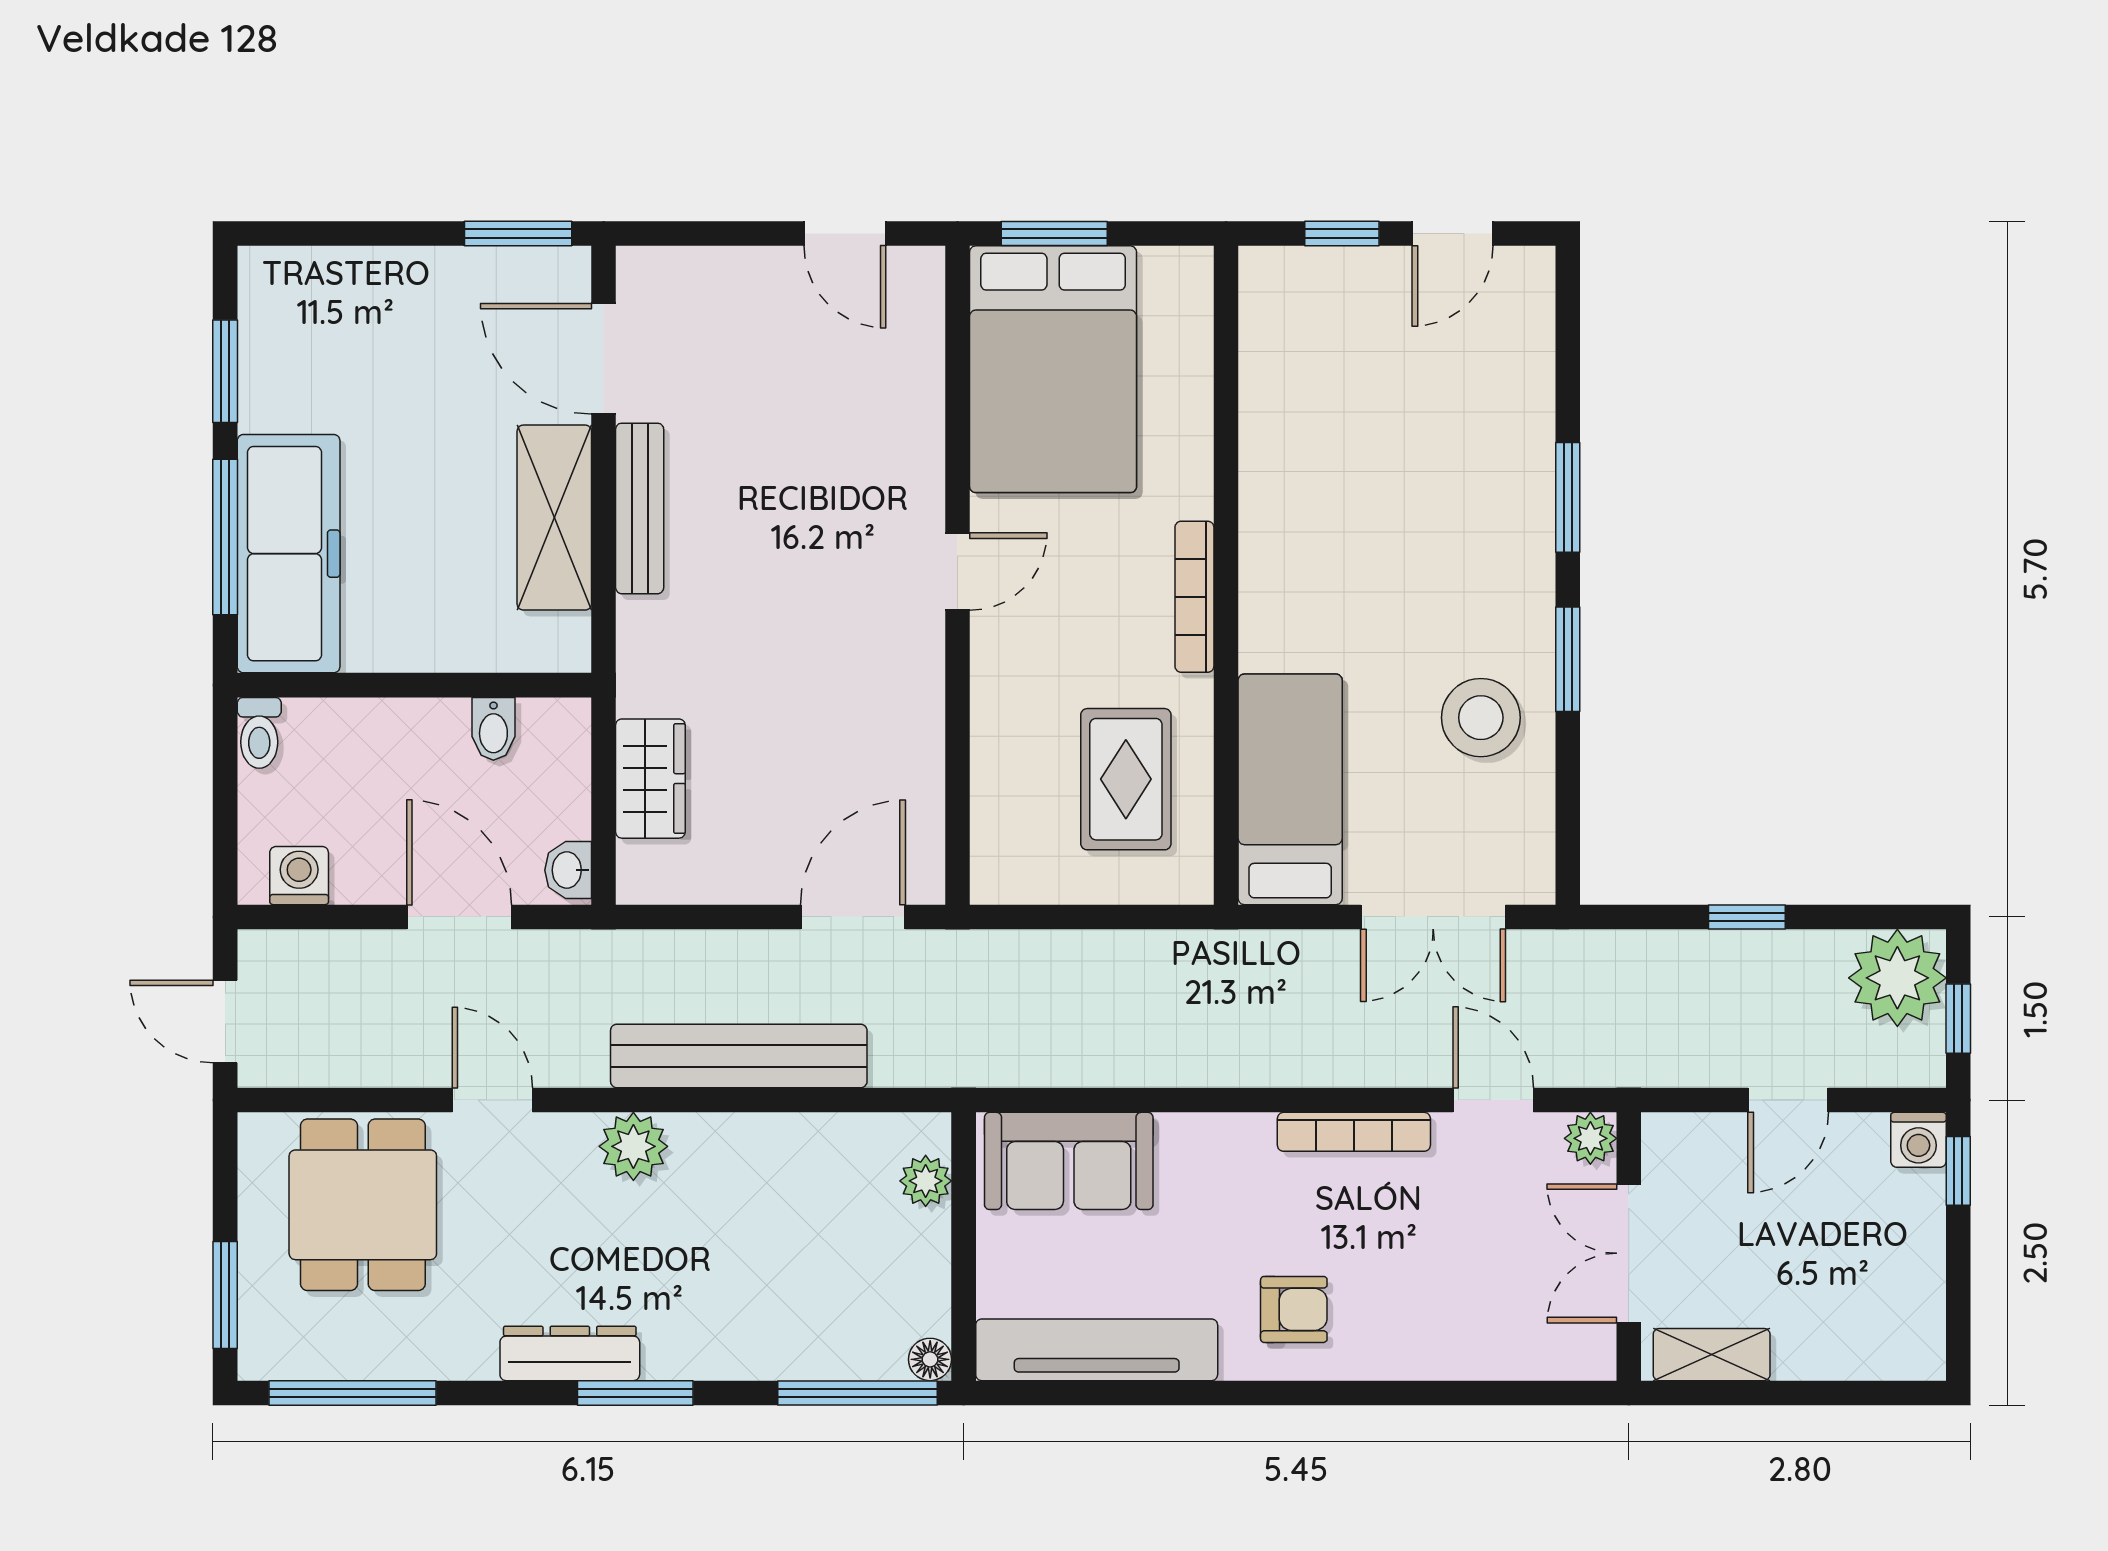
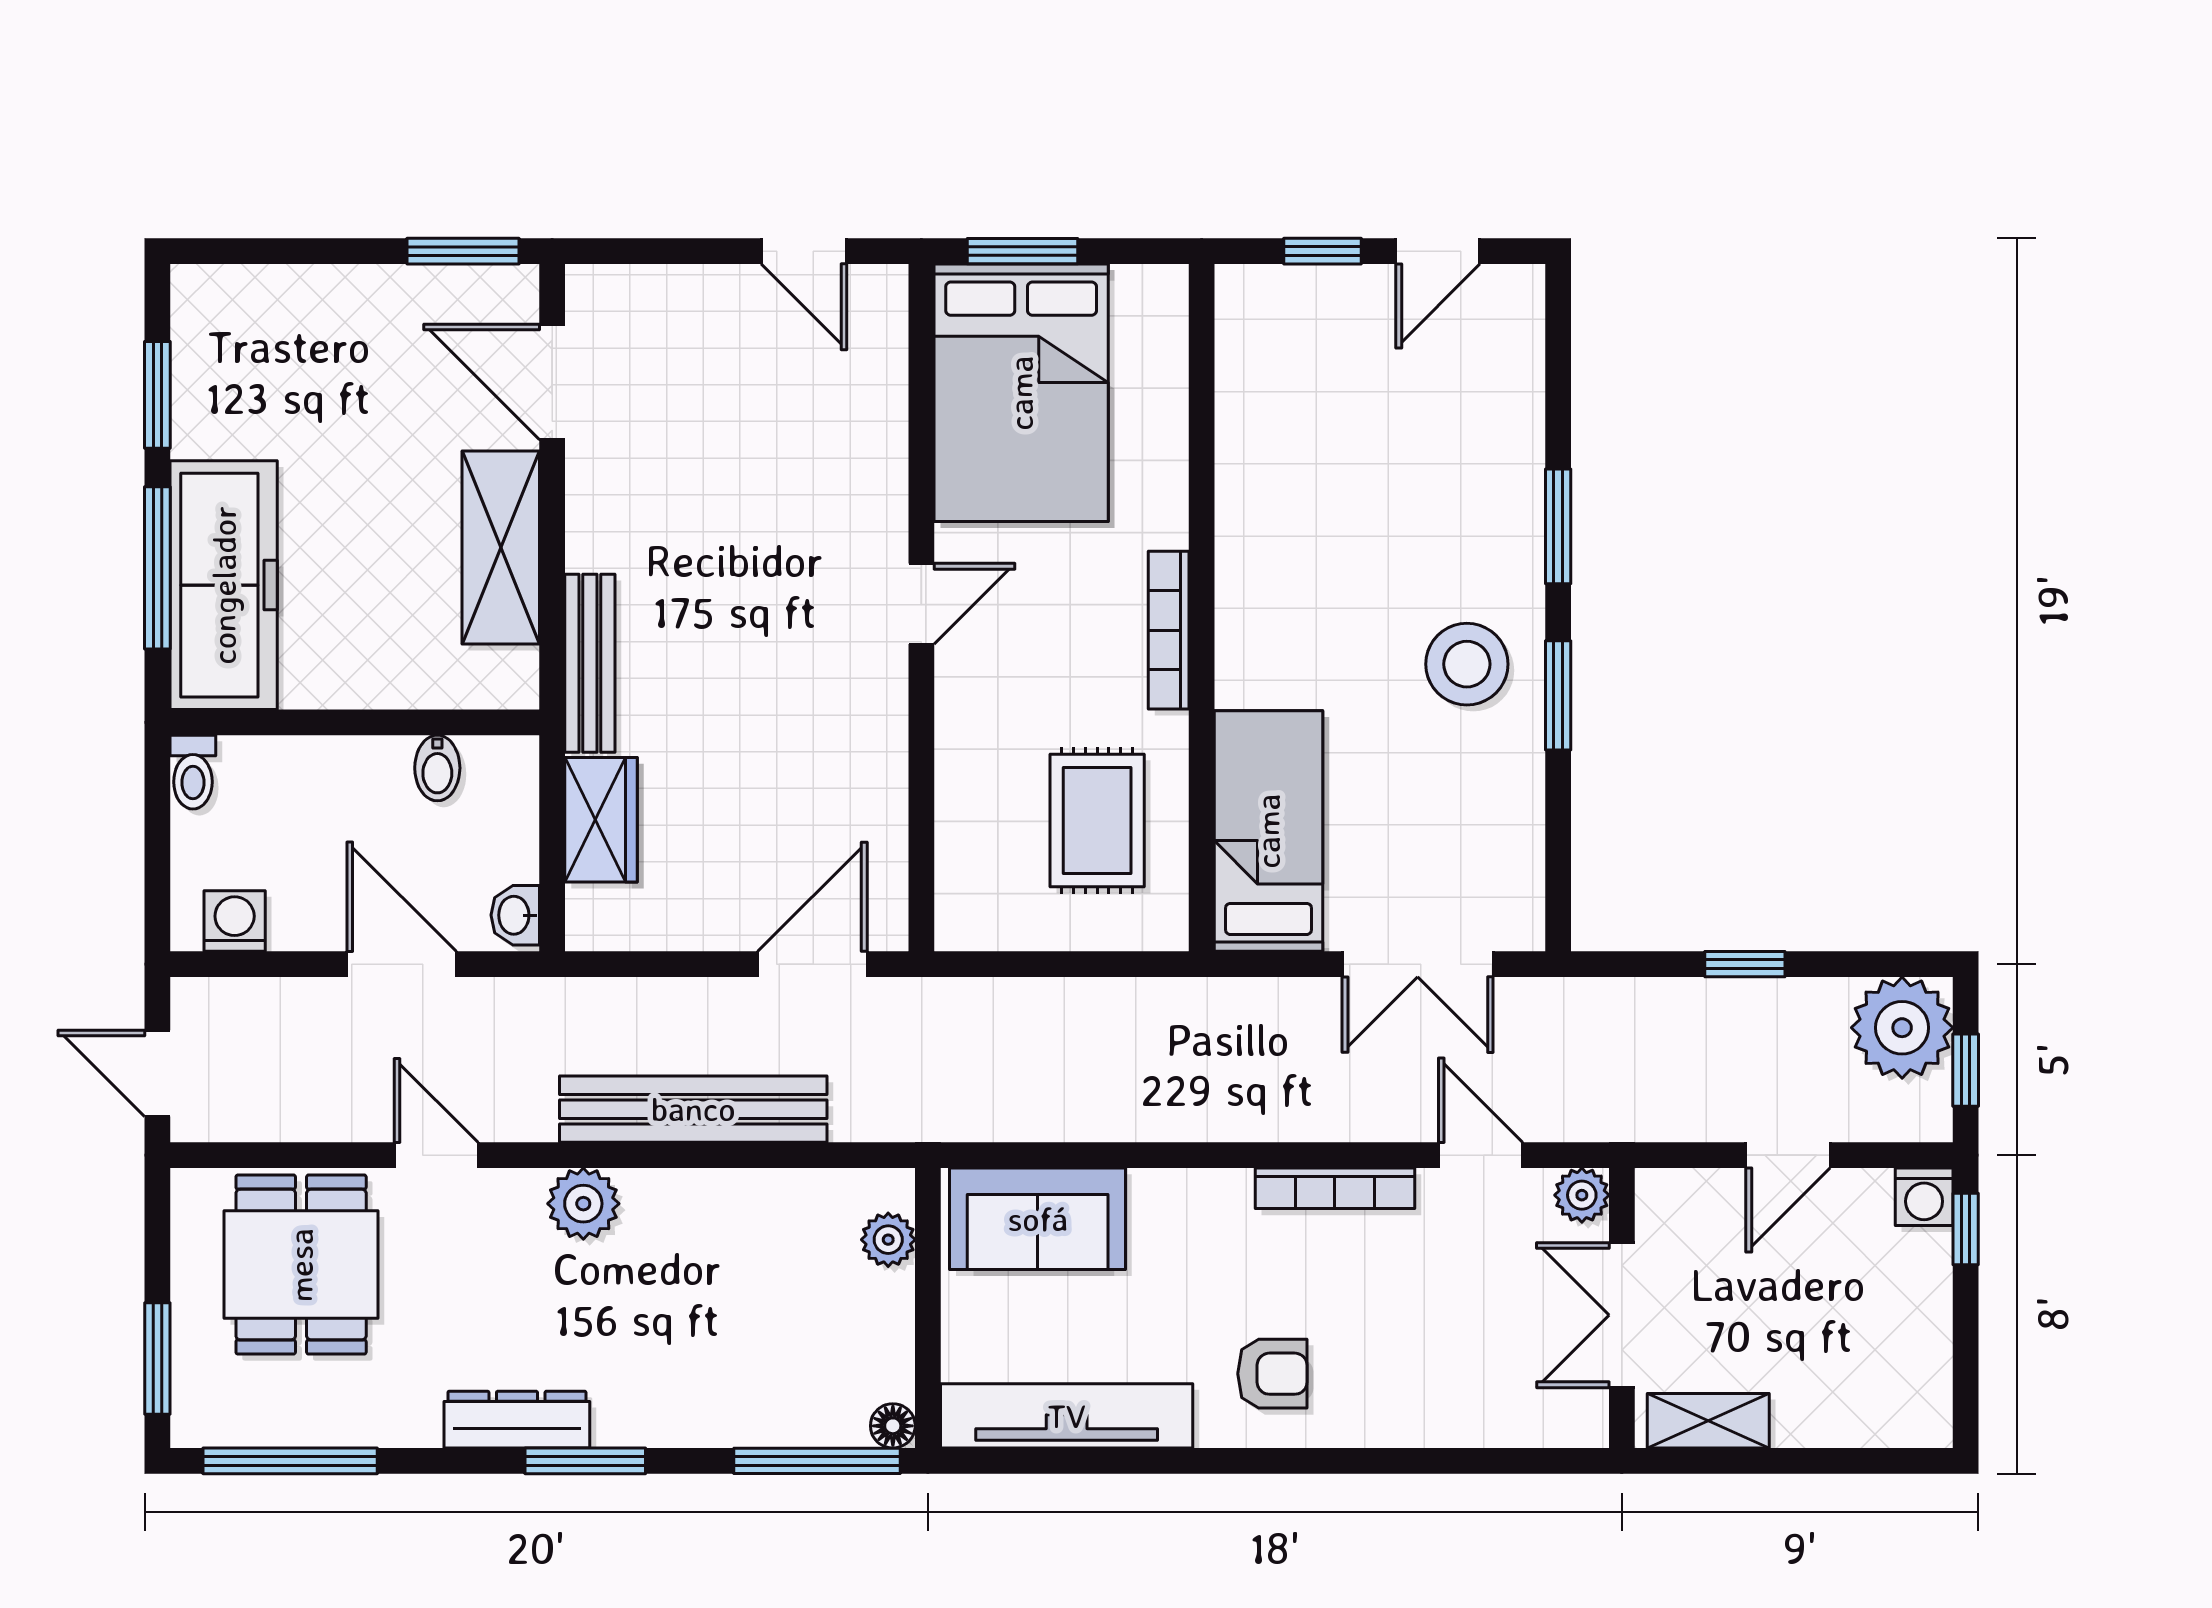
bench: (640, 508) -> (590, 663), moved
stool: (1481, 718) -> (1467, 664), moved

